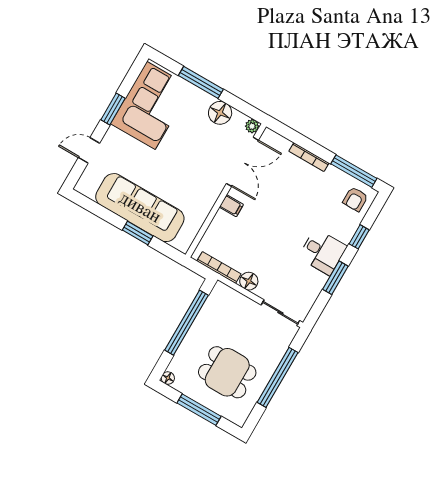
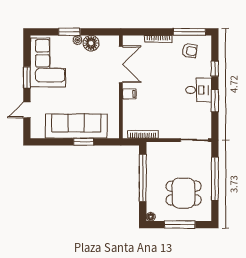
window: (201, 82) -> (69, 32), width x0.69
plant: (252, 126) -> (78, 40), moved
armchair: (355, 199) -> (190, 51), moved, turned -81
floor lamp: (249, 281) -> (165, 132), removed

